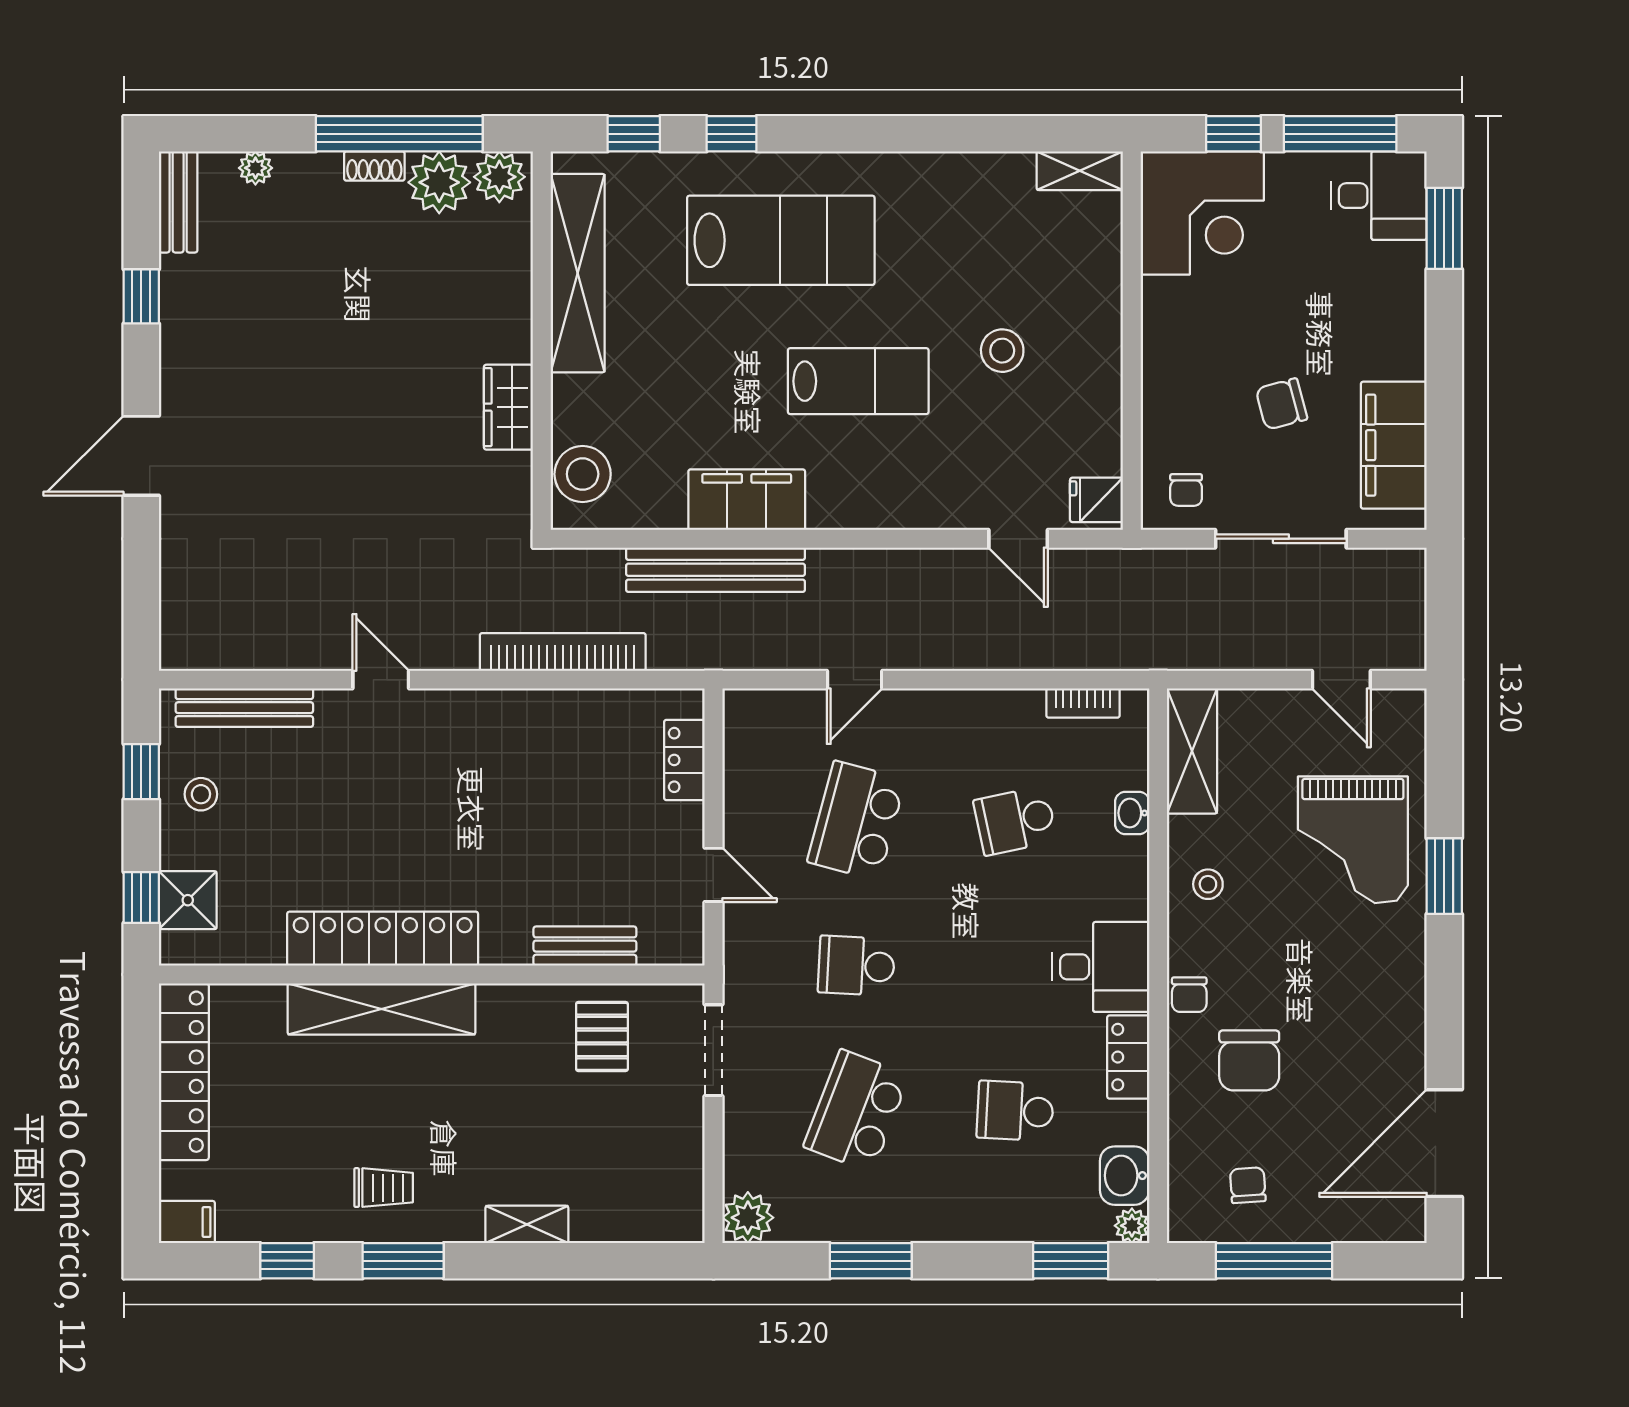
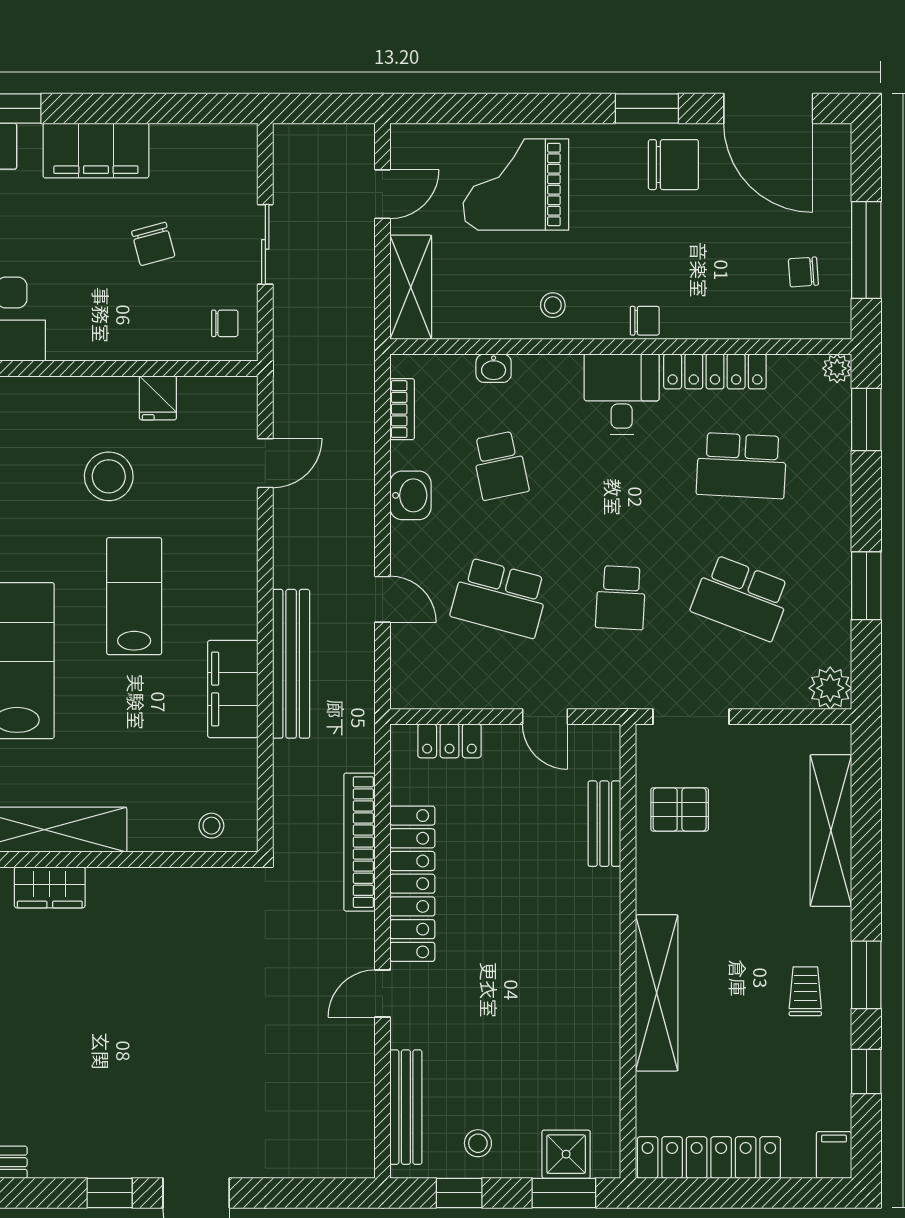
window: (141, 296) -> (110, 1193), moved
stool: (1002, 351) -> (109, 476), width x1.38, depth x1.38
wardrobe: (508, 407) -> (50, 887), moved
filing cabinet: (1394, 445) -> (96, 150), moved
stool: (583, 474) -> (211, 826), width x0.53, depth x0.53
fridge: (1096, 500) -> (158, 398), moved
sliding door: (1281, 539) -> (265, 244), width x0.73
bench: (716, 570) -> (291, 664), moved
shelving: (1192, 751) -> (411, 287), moved, turned 90
grand piano: (1353, 840) -> (516, 185), turned 180
door: (713, 875) -> (545, 717), swing flipped
window: (1444, 876) -> (647, 108), moved
window: (141, 897) -> (564, 1193), width x1.50
locker: (383, 939) -> (412, 884), moved, turned 180
locker: (1128, 1057) -> (715, 371), width x1.53
chair: (1249, 1060) -> (673, 165), moved
school desk: (1015, 1111) -> (741, 466), width x1.85
washbasin: (1125, 1176) -> (410, 495), moved, turned -90
shelving: (527, 1224) -> (831, 831), width x2.20, depth x1.33

